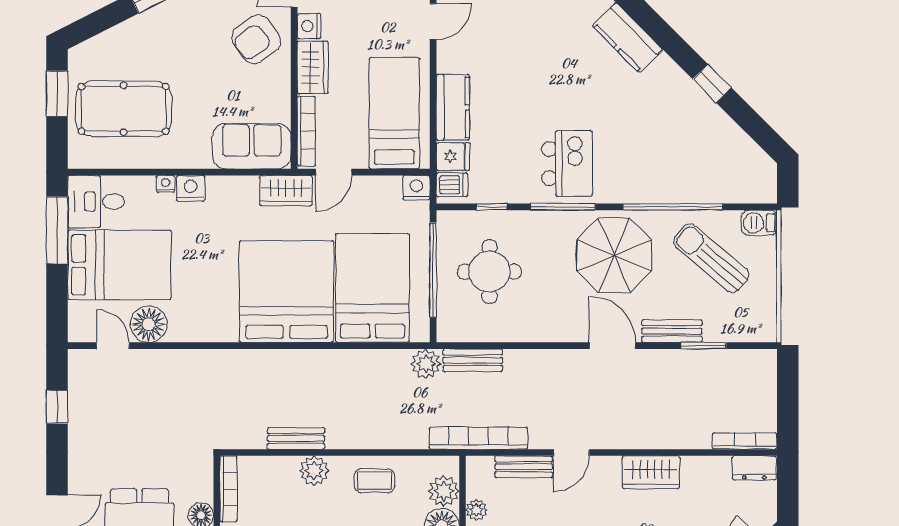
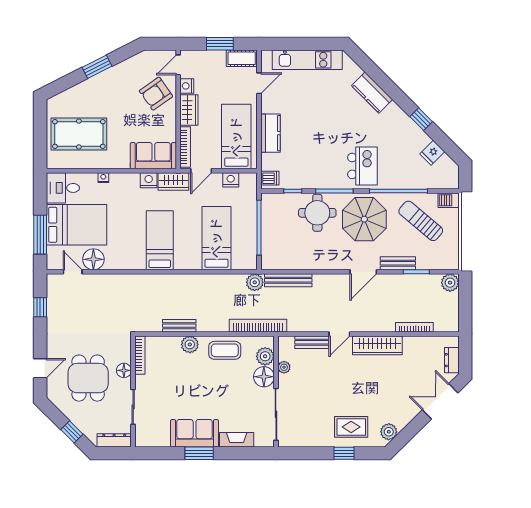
window: (57, 94) -> (40, 125), removed
fridge: (453, 157) -> (432, 153), moved, turned 135
kitchen island: (567, 164) -> (362, 166), moved
nightstand: (191, 188) -> (149, 180), moved
nightstand: (416, 188) -> (231, 180), moved
window: (57, 230) -> (40, 235), moved
round table: (489, 272) -> (317, 213), moved
bed: (372, 288) -> (216, 238), width x0.67
bed: (287, 292) -> (160, 240), width x0.49
door: (613, 346) -> (363, 272), swing flipped
bench: (473, 360) -> (288, 280), width x1.36
plant: (762, 364) -> (450, 283), added
bookcase: (478, 438) -> (258, 326), moved
bookcase: (745, 441) -> (414, 327), moved
dresser: (754, 468) -> (452, 360), moved, turned 90
wardrobe: (651, 472) -> (377, 345), width x1.50
coffee table: (374, 481) -> (225, 350), width x1.36, depth x1.30

